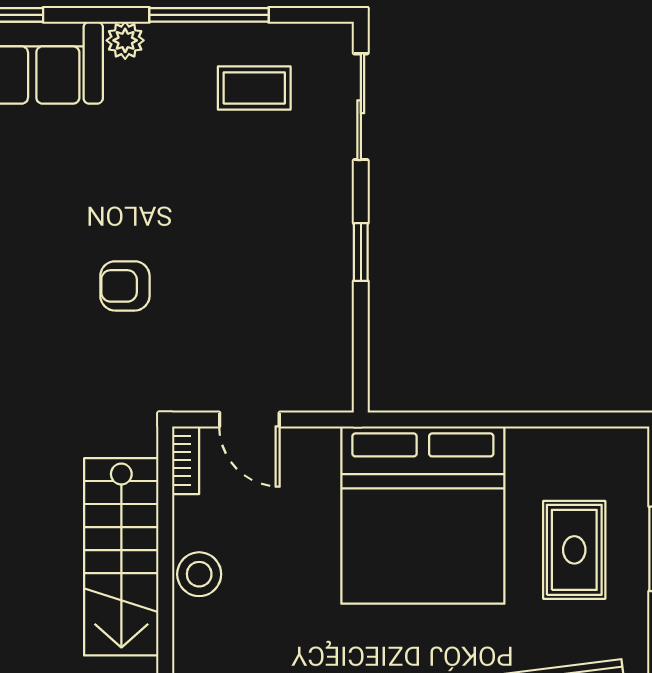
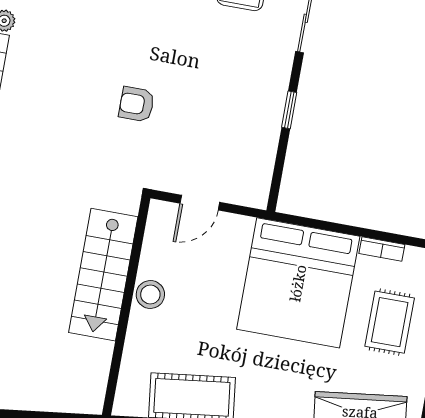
door: (249, 419) -> (200, 203), hinge flipped
bookcase: (186, 460) -> (382, 249), moved, turned 90

